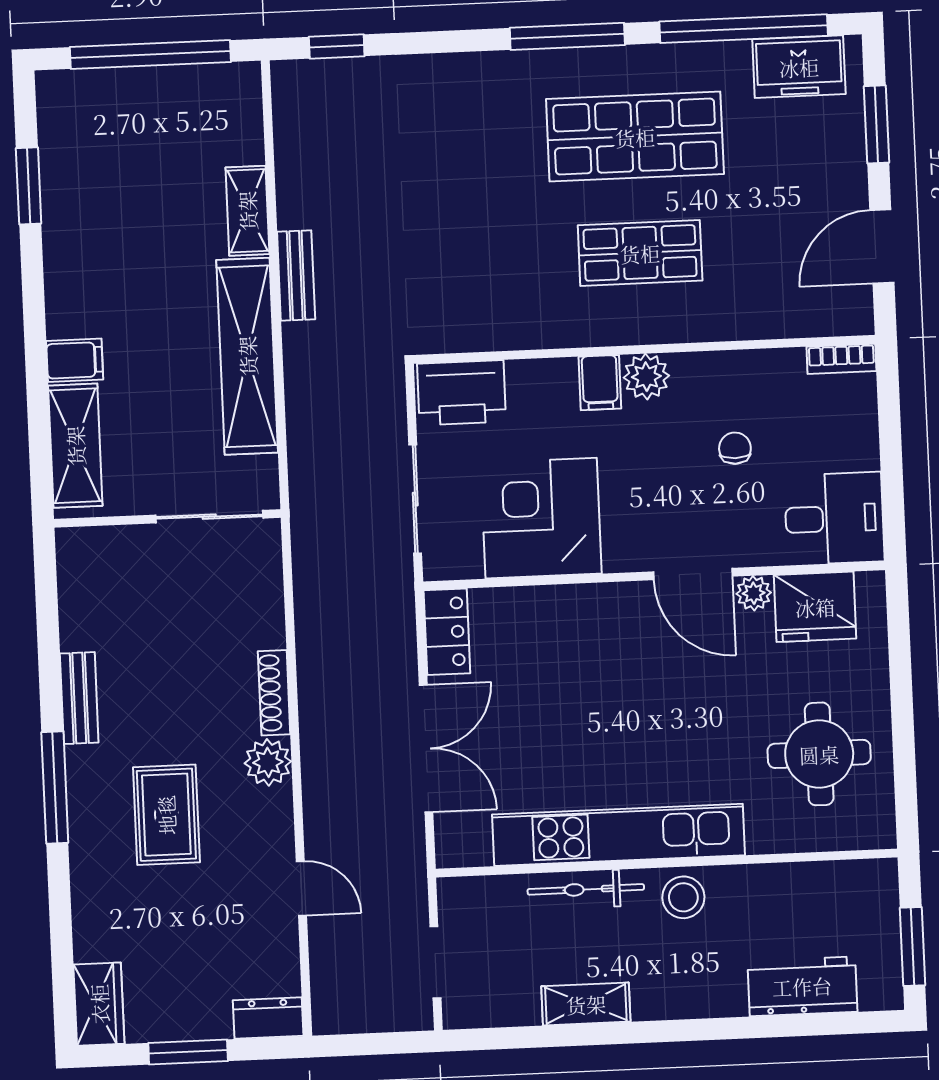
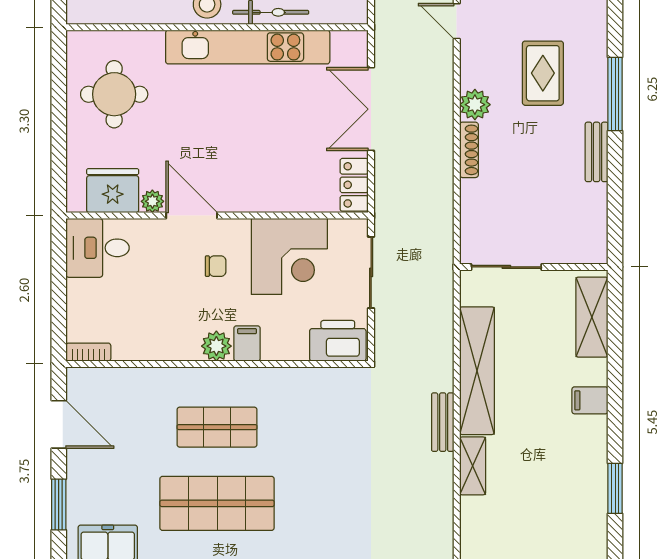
door: (882, 246) -> (59, 424), hinge flipped
filing cabinet: (75, 360) -> (590, 400), moved
chair: (735, 448) -> (216, 266), moved, turned -90

